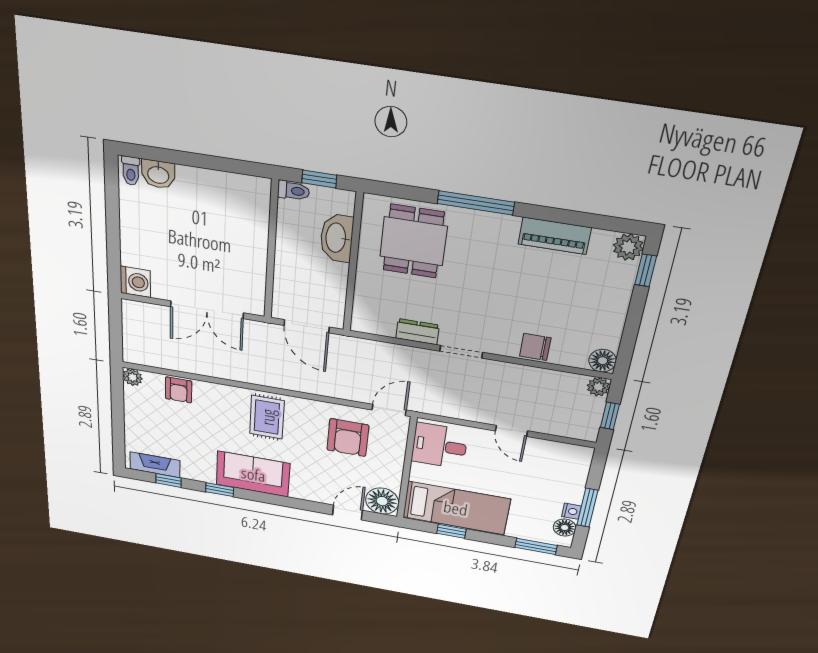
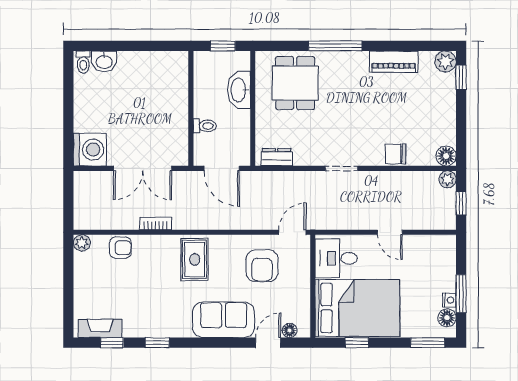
toilet: (293, 191) -> (205, 126), moved
washing machine: (135, 282) -> (90, 150), width x1.37, depth x1.37
dresser: (417, 332) -> (277, 157), moved
bookcase: (221, 372) -> (156, 224), added
armchair: (179, 390) -> (120, 248), turned -90
sofa: (253, 474) -> (223, 320), moved
floor lamp: (382, 501) -> (290, 330), width x0.53, depth x0.53
bed: (456, 508) -> (357, 308), width x1.50

